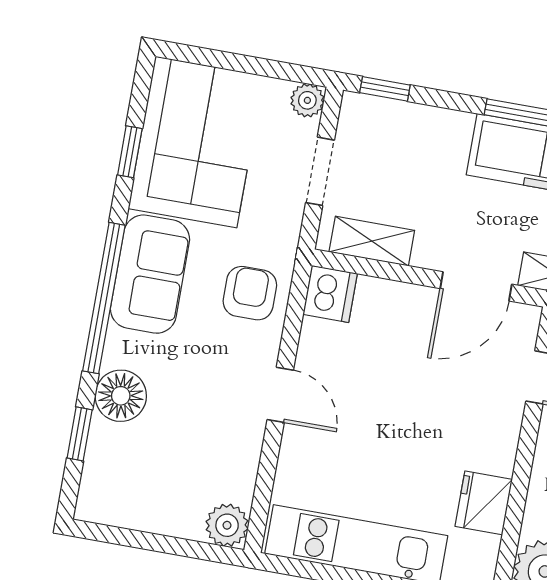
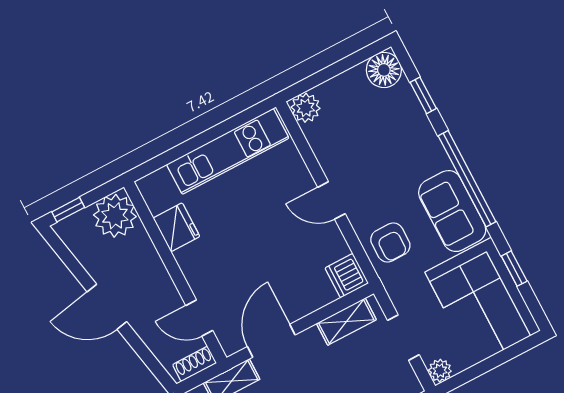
floor lamp: (121, 396) -> (384, 70), moved

